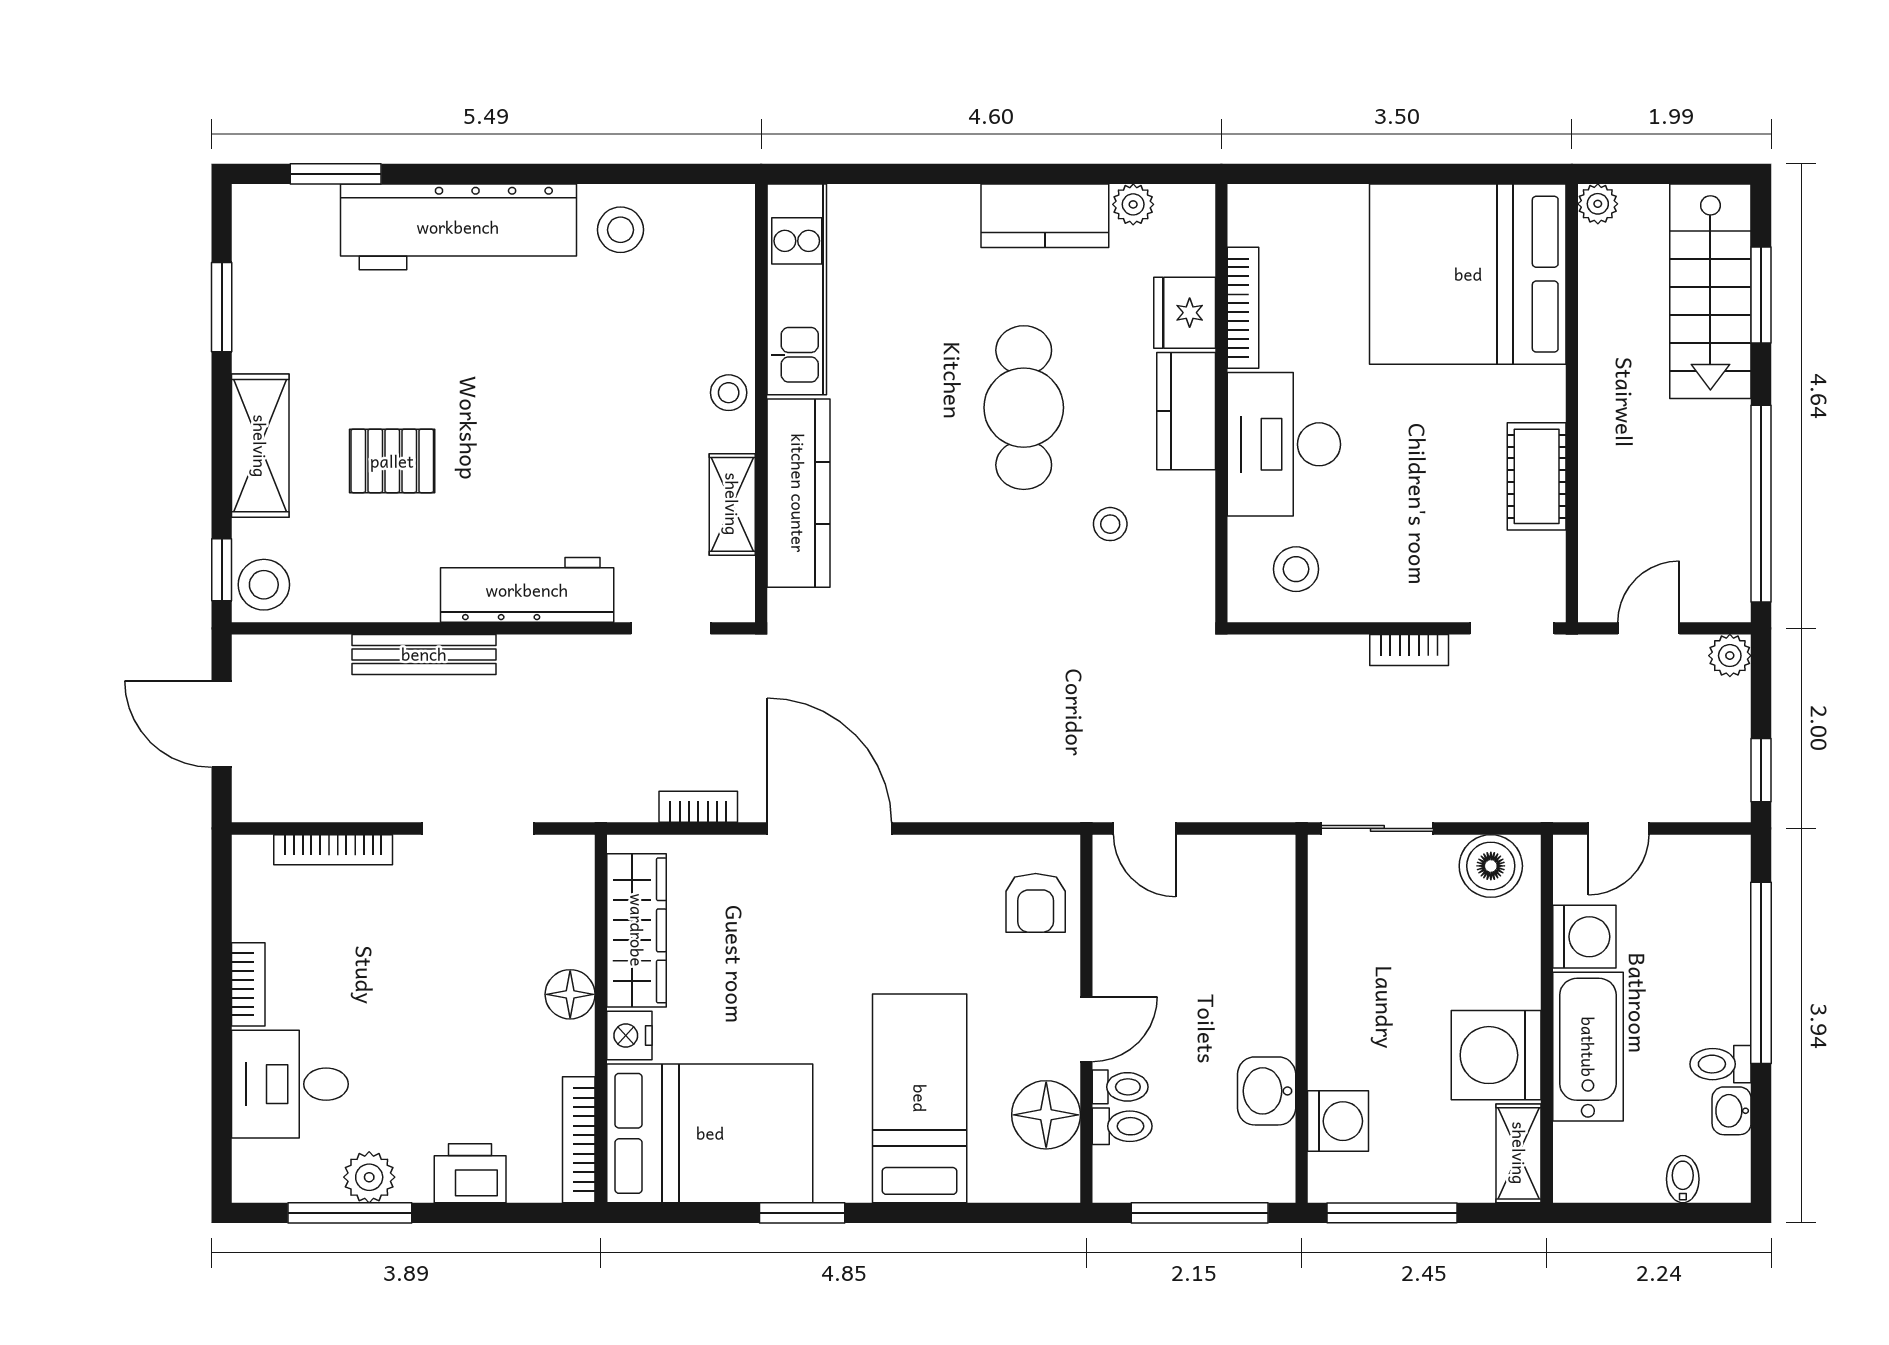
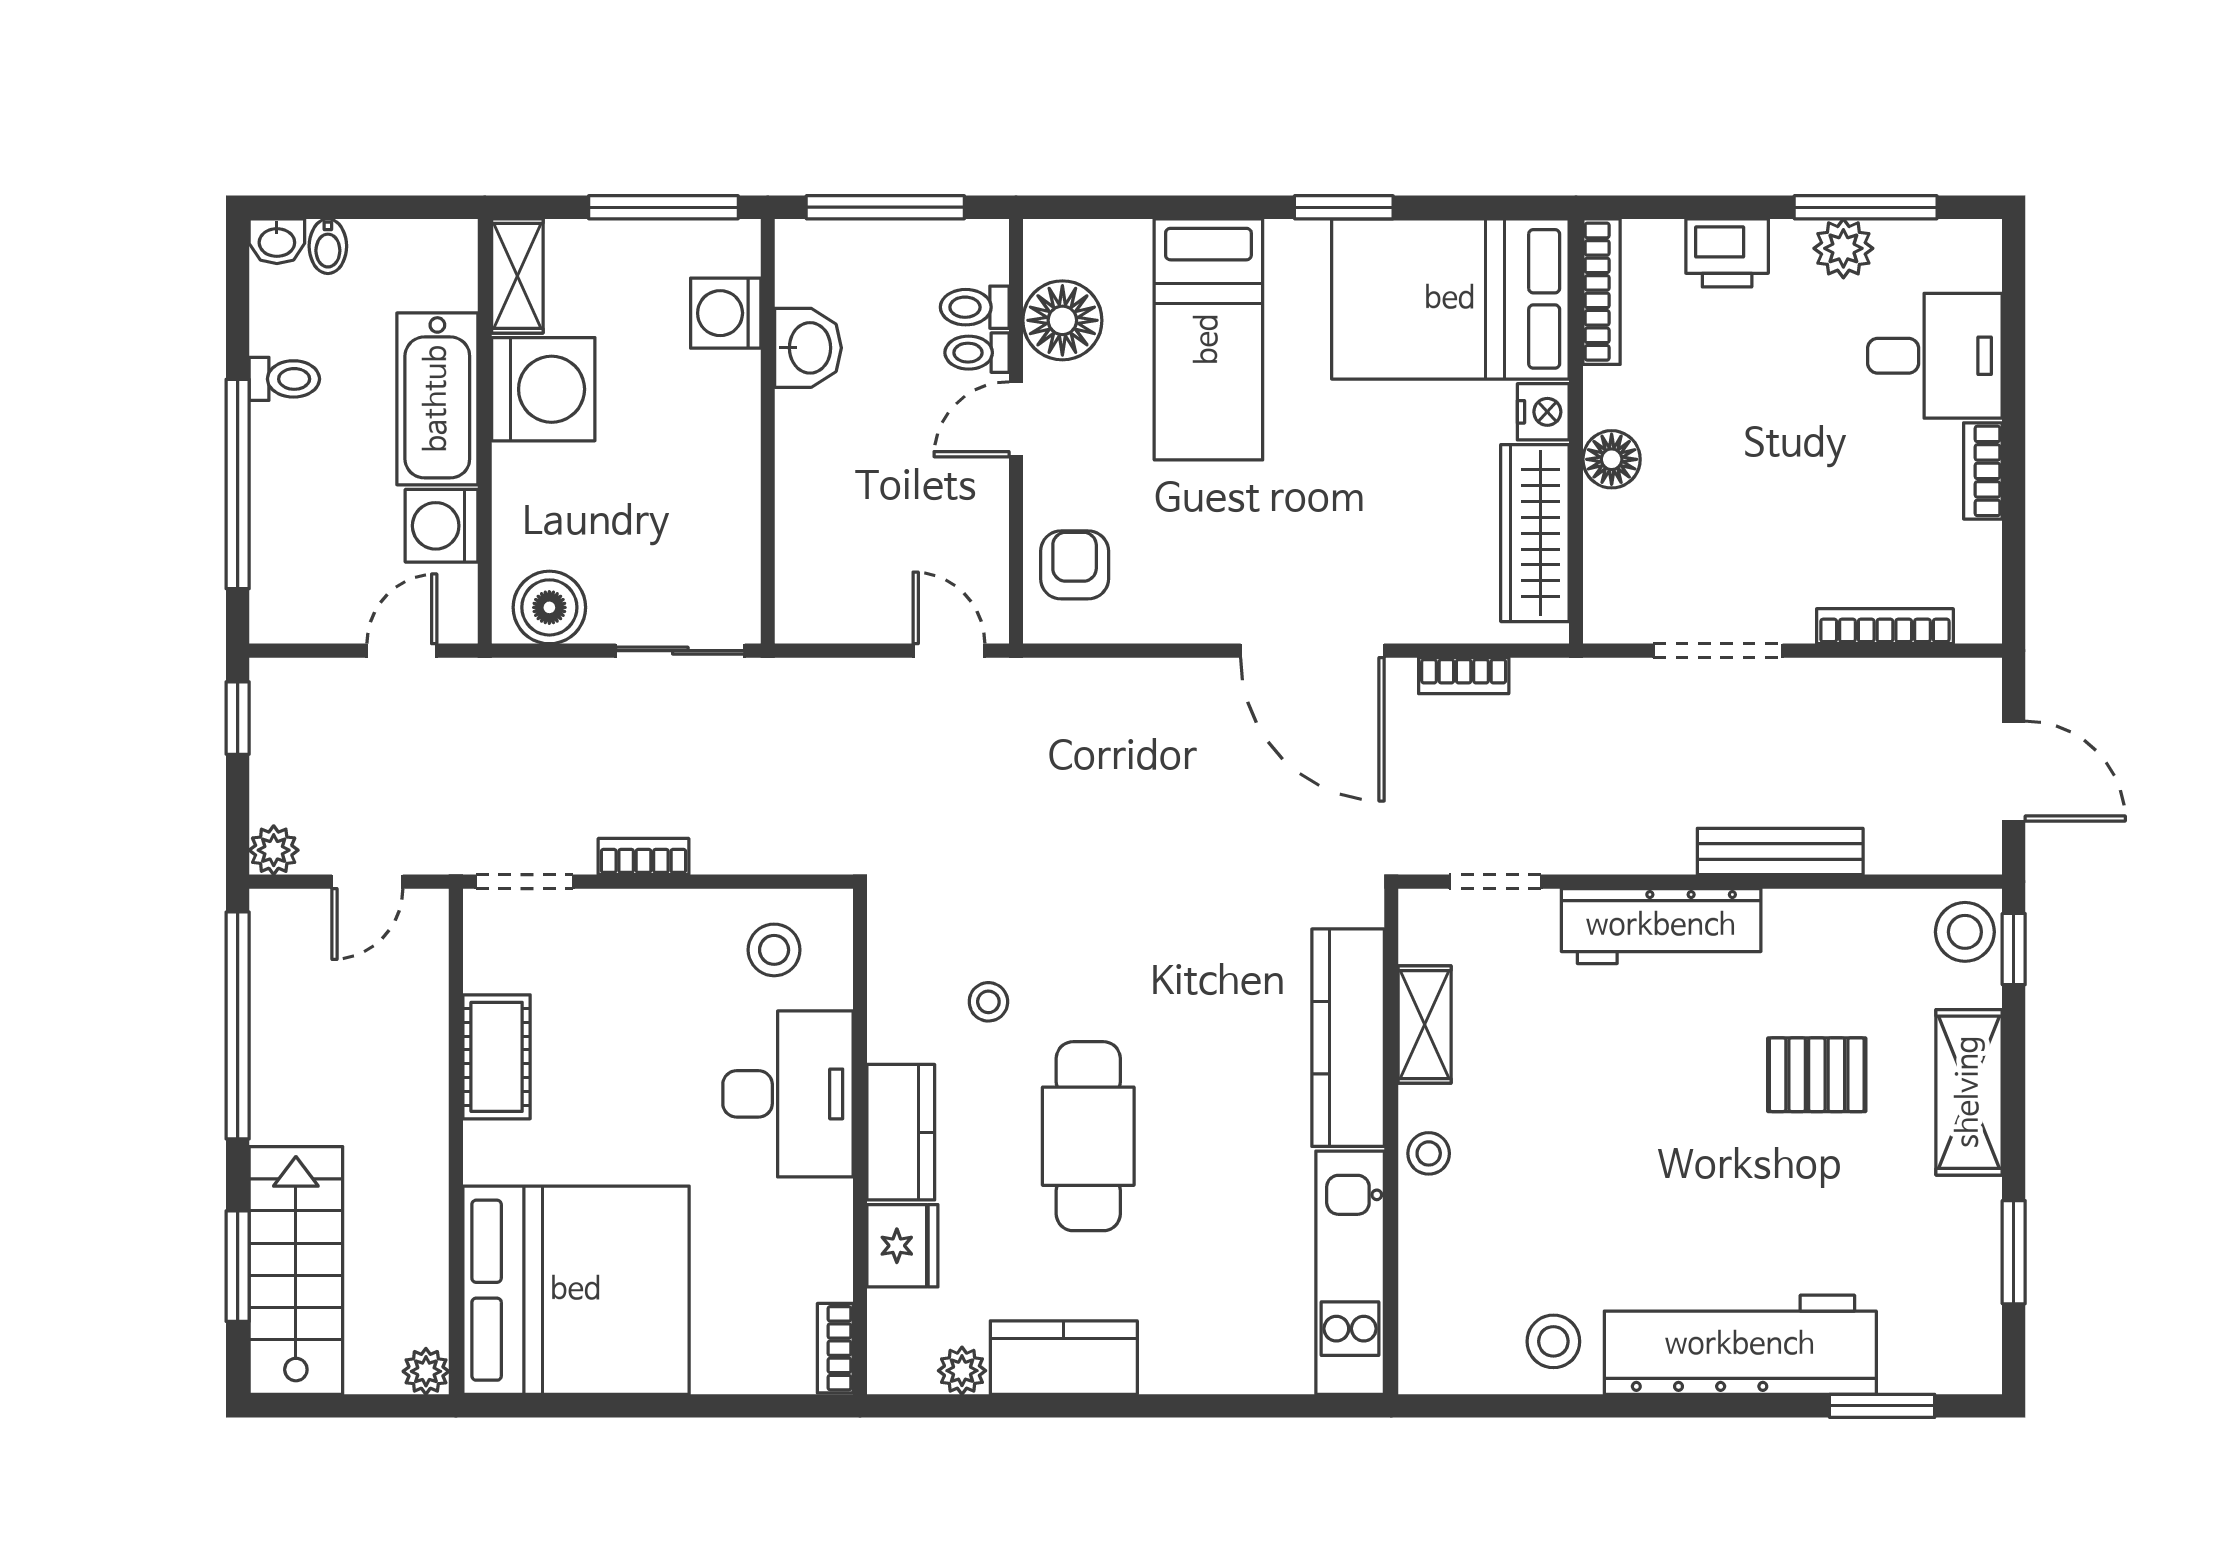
bookcase: (1243, 308) -> (835, 1348), moved, width x0.64
washbasin: (1732, 1111) -> (277, 241), moved, turned 90

